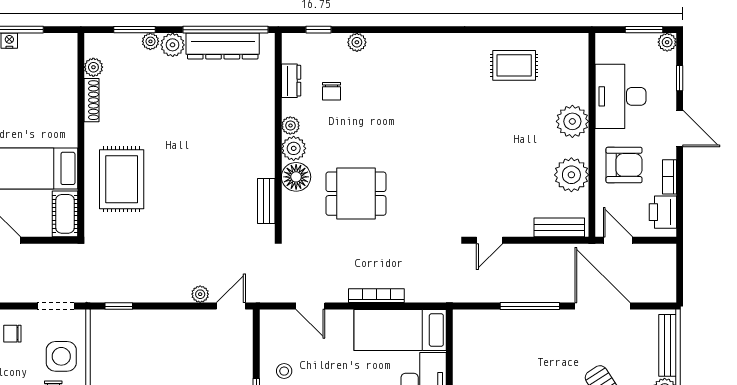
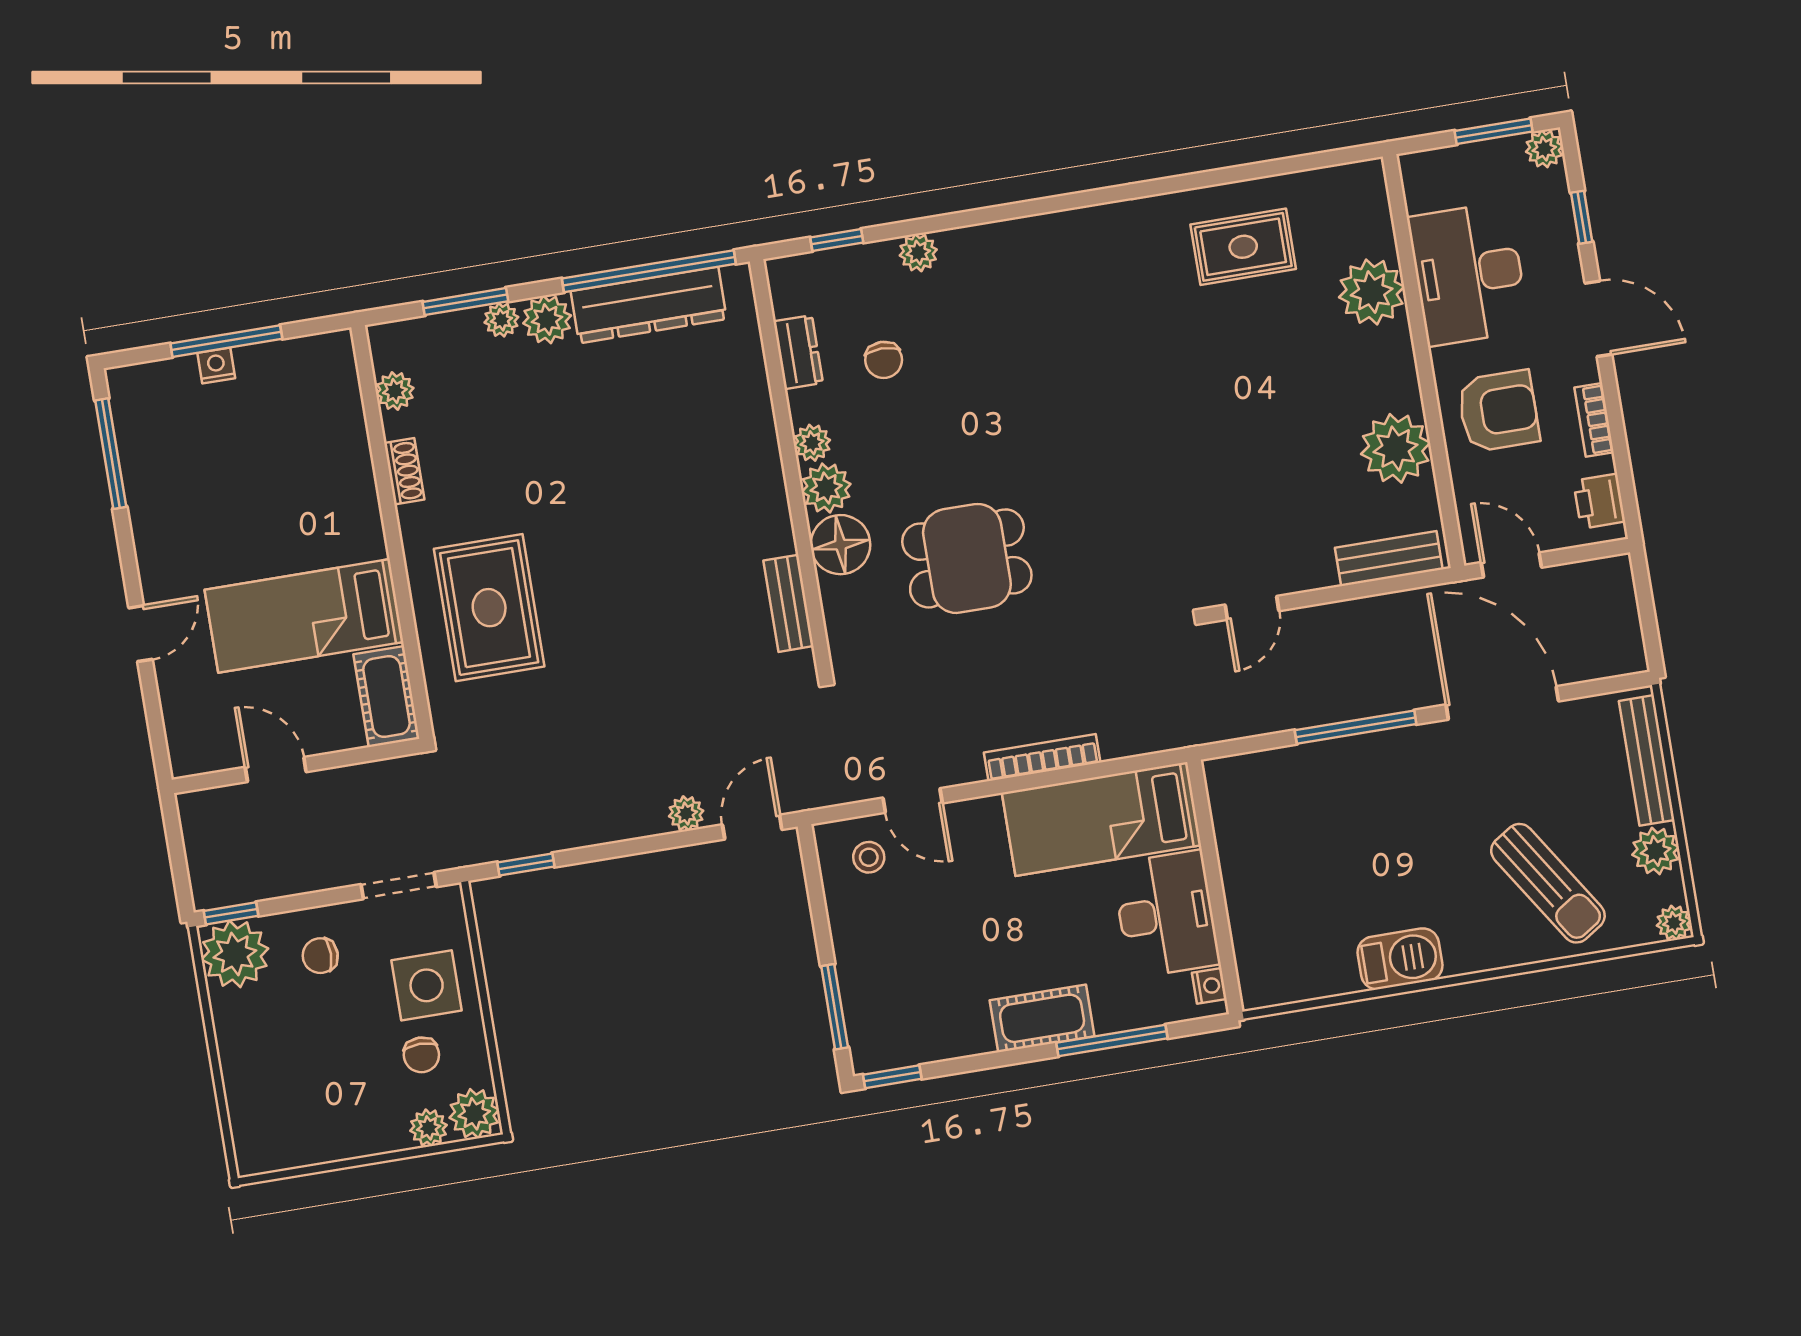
shoe rack: (92, 100) -> (404, 471), width x0.70
plant: (572, 121) -> (1372, 292), moved
printer: (663, 212) -> (1599, 501), width x0.73, depth x0.81
stool: (284, 371) -> (869, 857), moved

